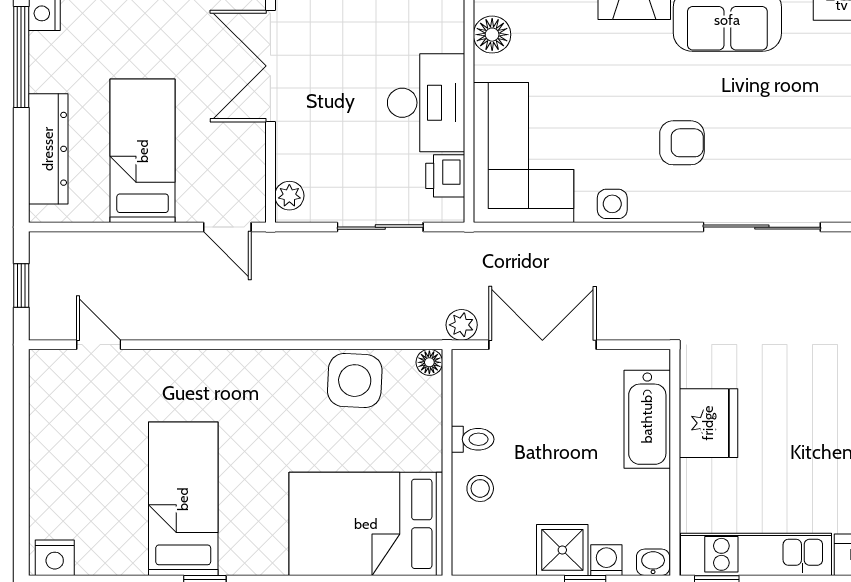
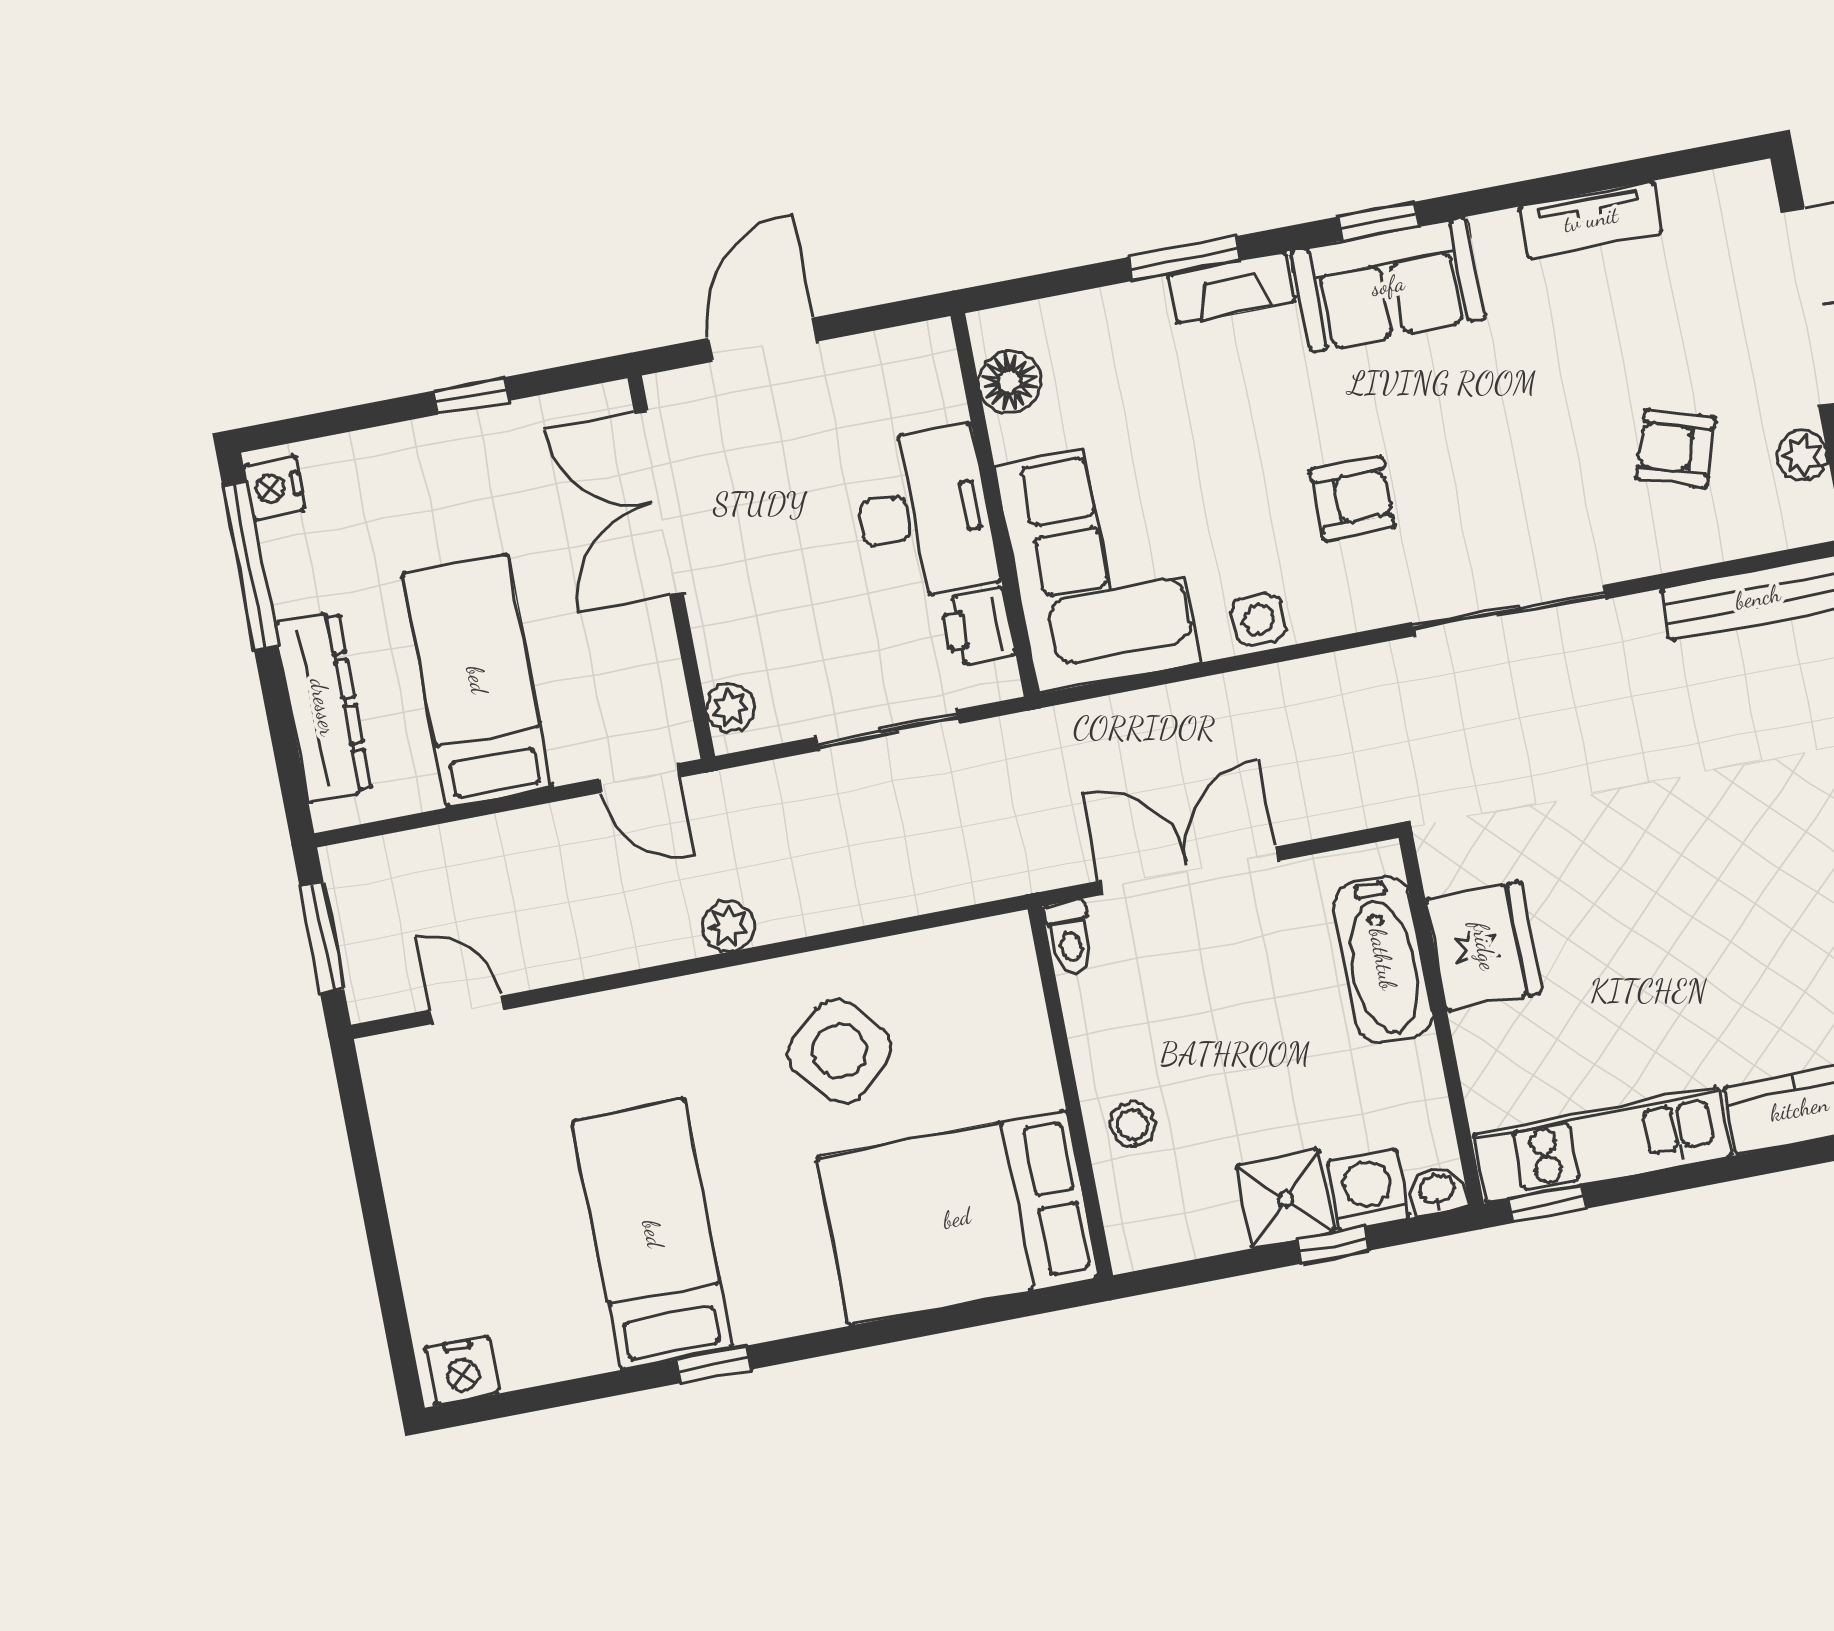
window: (21, 286) -> (322, 938), width x1.50
plant: (462, 325) -> (728, 926), moved
floor lamp: (429, 362) -> (1010, 935), removed
side table: (355, 381) -> (839, 1051), moved, turned 45
toilet: (473, 439) -> (1070, 937), moved, turned 90
washing machine: (606, 560) -> (1368, 1190), width x1.38, depth x1.38

